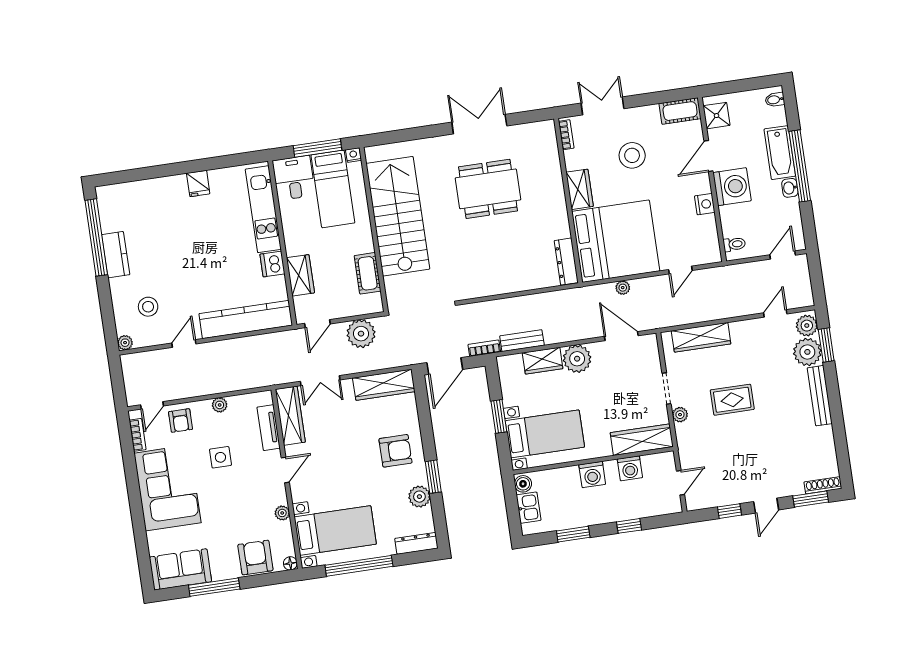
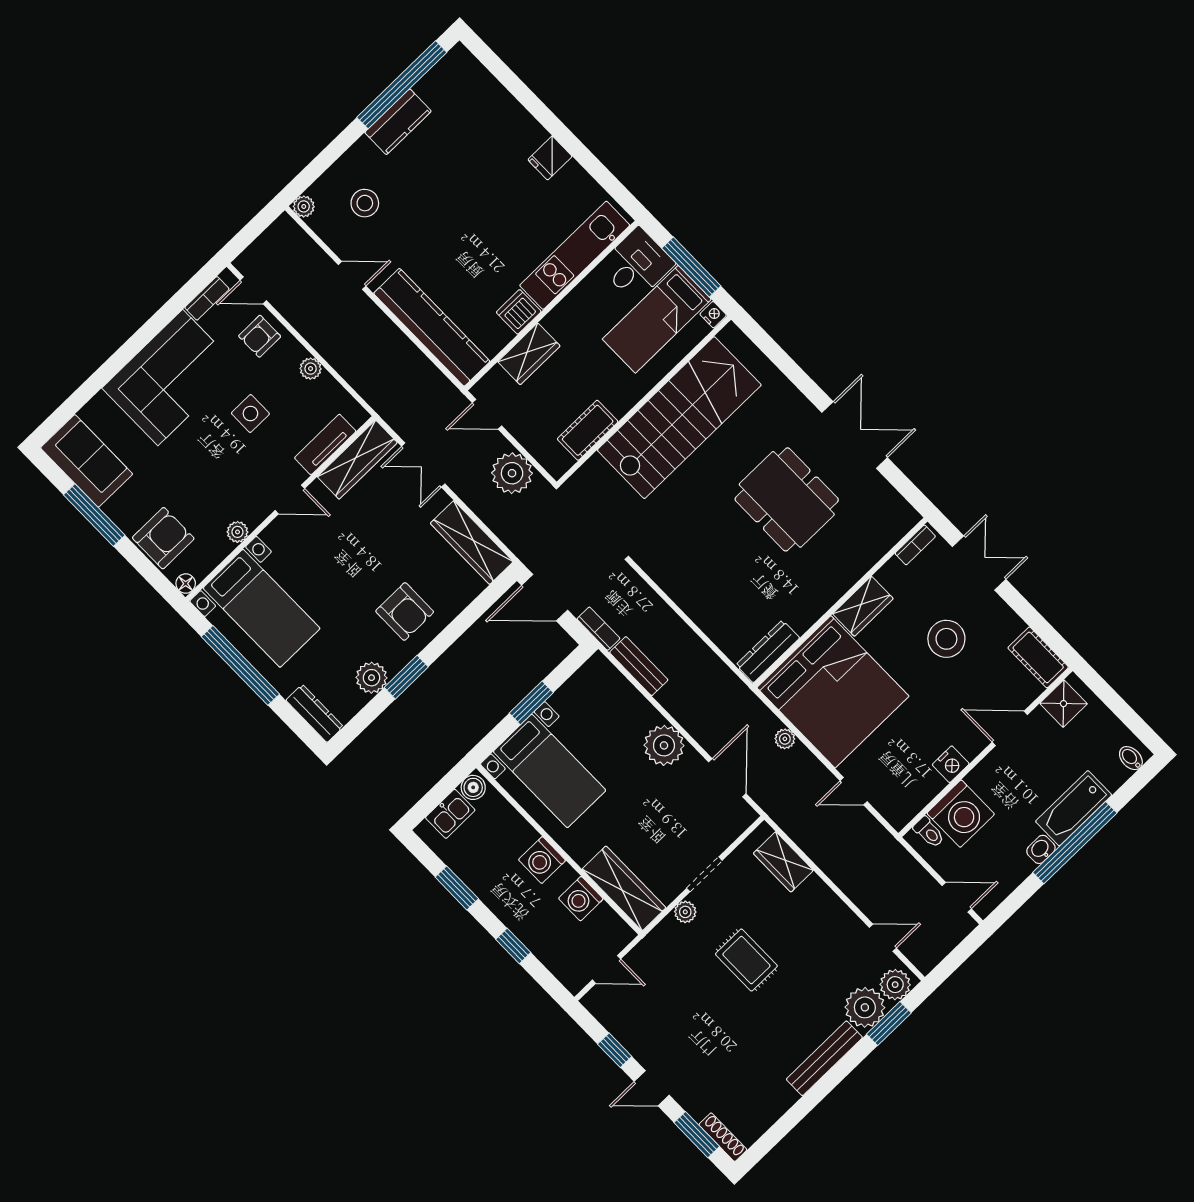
washing machine: (732, 187) -> (961, 814), moved
wardrobe: (701, 337) -> (783, 862), width x0.67
wardrobe: (543, 361) -> (633, 707), removed

